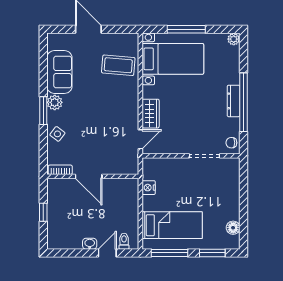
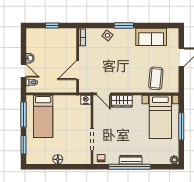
plant: (55, 102) -> (130, 33), removed
door: (89, 176) -> (78, 70), moved
nightstand: (149, 188) -> (86, 100), moved
floor lamp: (233, 228) -> (58, 159), moved

